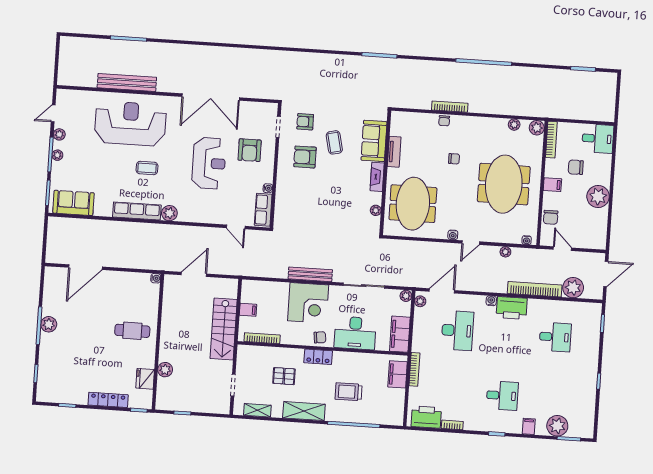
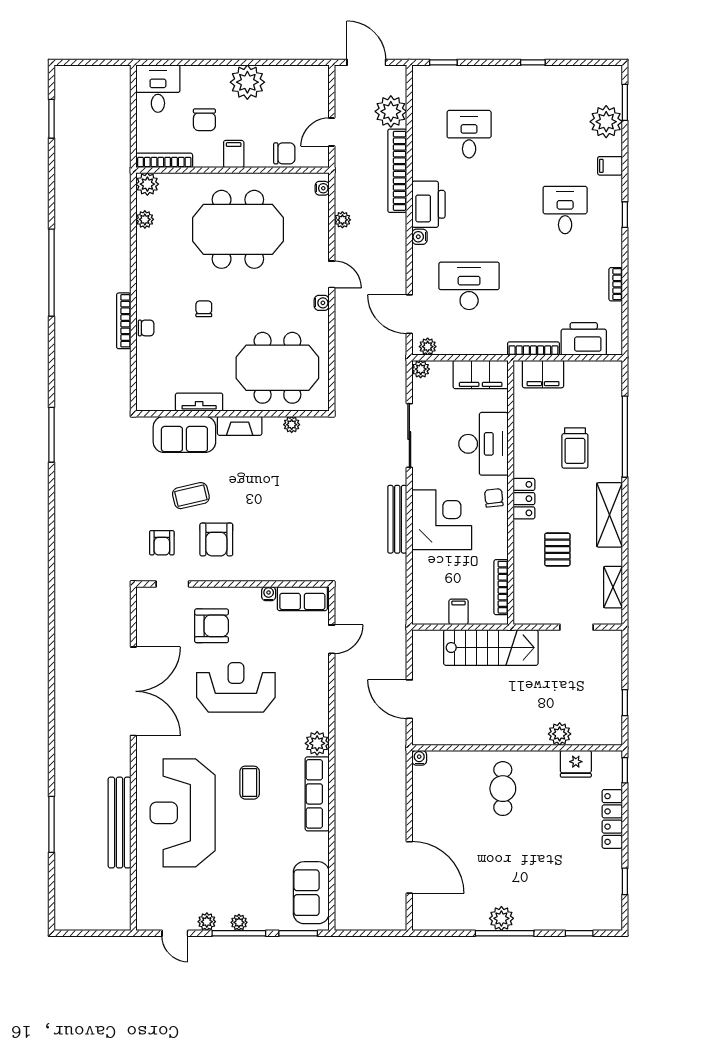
printer: (426, 417) -> (584, 339), moved, turned 90

